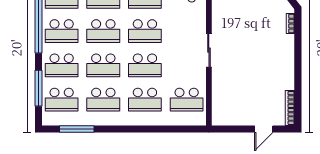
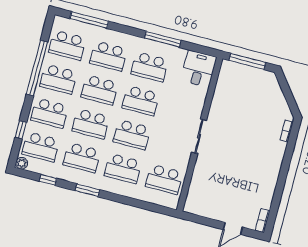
window: (39, 88) -> (21, 130), width x0.46
bookcase: (290, 108) -> (263, 221), width x0.64
plant: (48, 120) -> (22, 163), added
window: (77, 129) -> (48, 180), width x0.46
window: (117, 129) -> (87, 190), added

